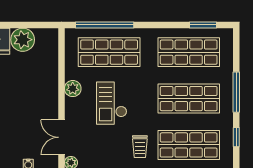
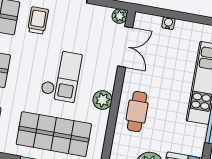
cafe table: (42, 84) -> (137, 111), added

